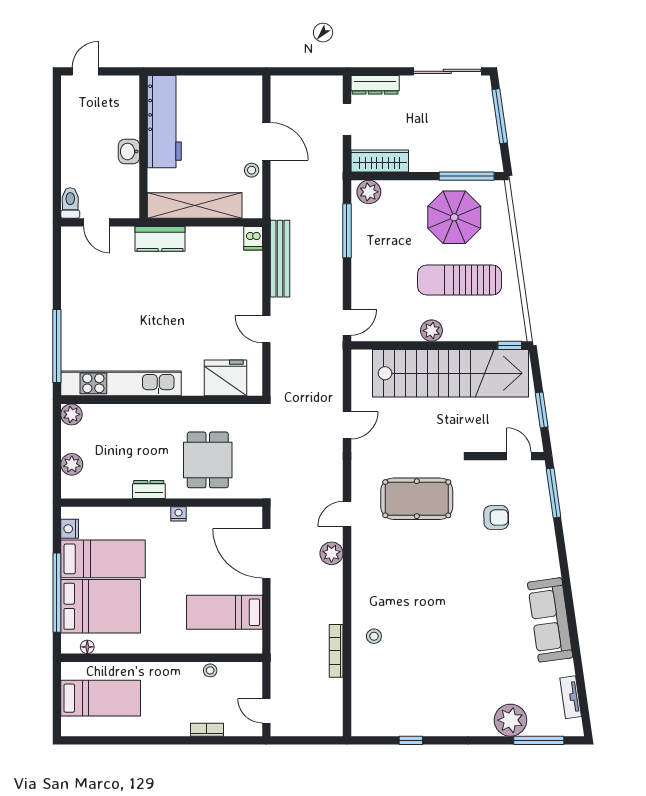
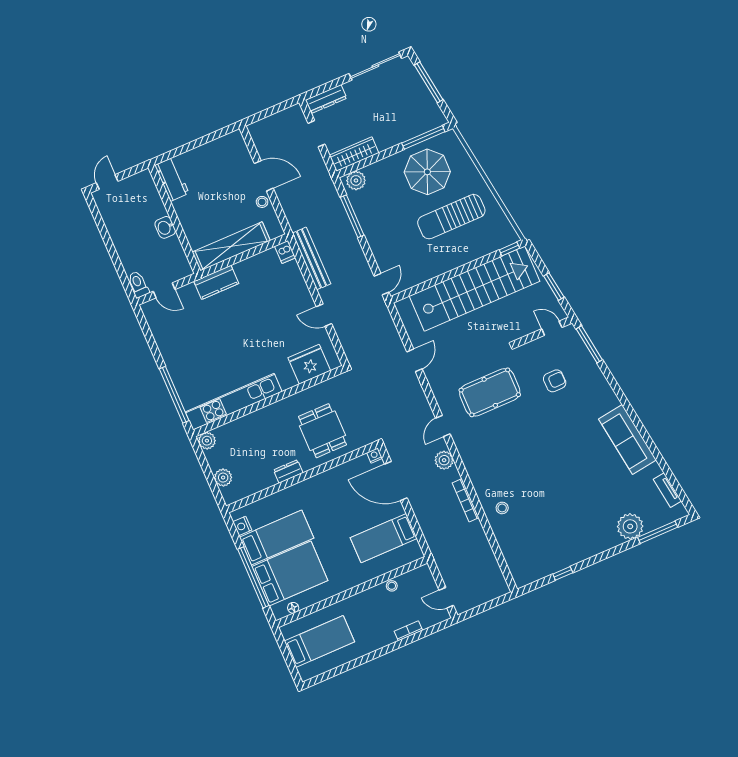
workbench: (164, 122) -> (172, 179), width x0.53, depth x0.76
plant: (431, 331) -> (447, 263), removed
nightstand: (179, 514) -> (375, 456), moved
bookcase: (336, 651) -> (466, 500), moved

